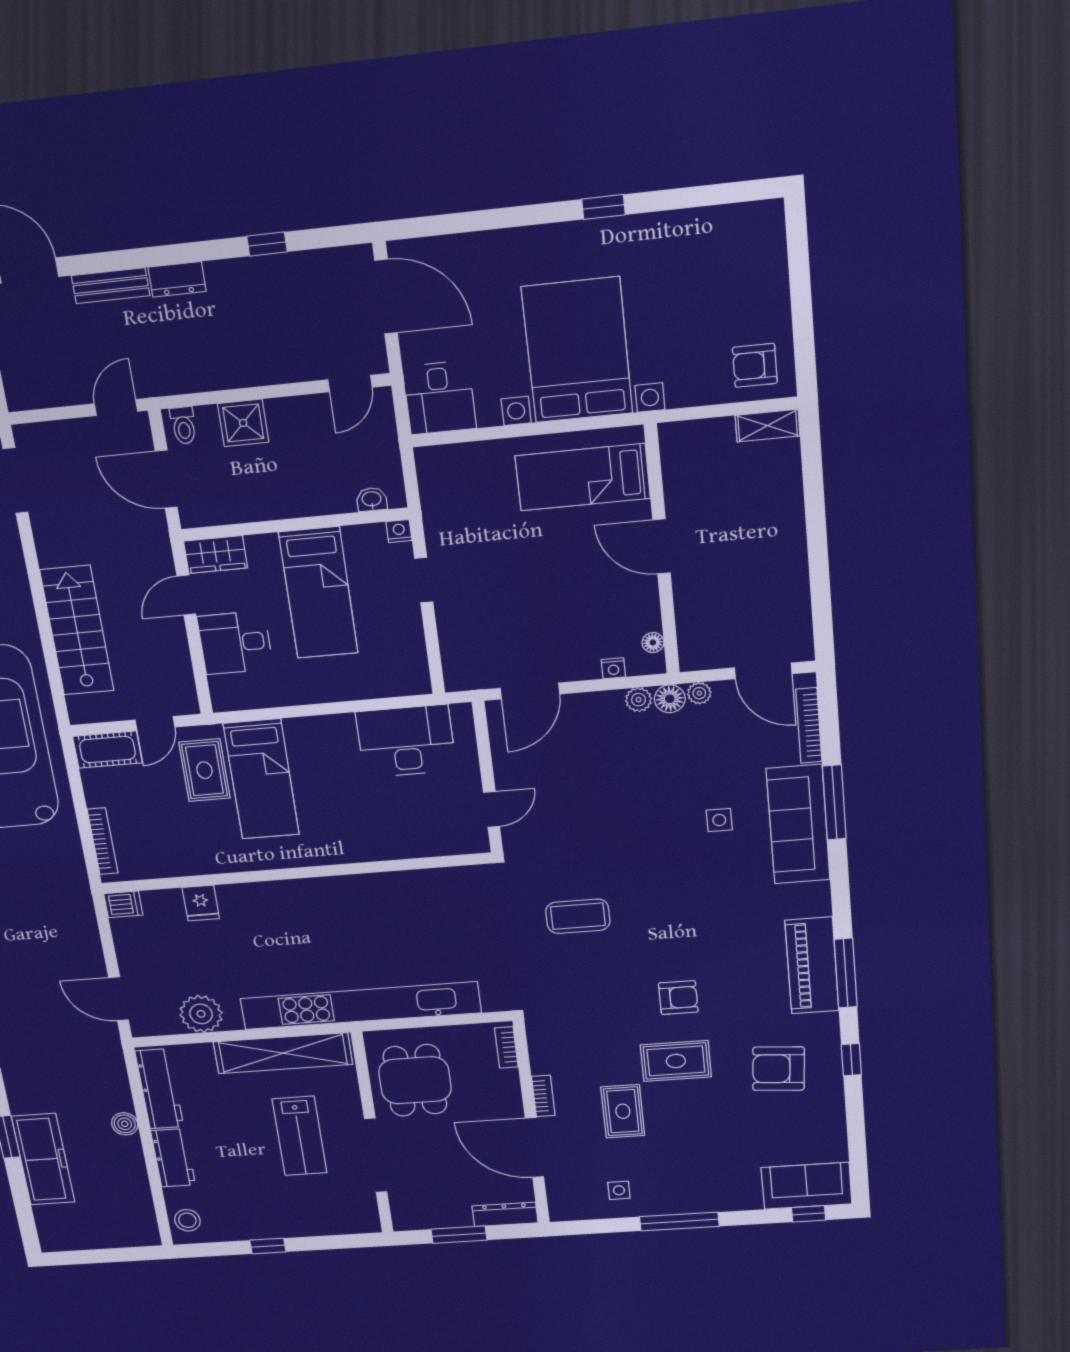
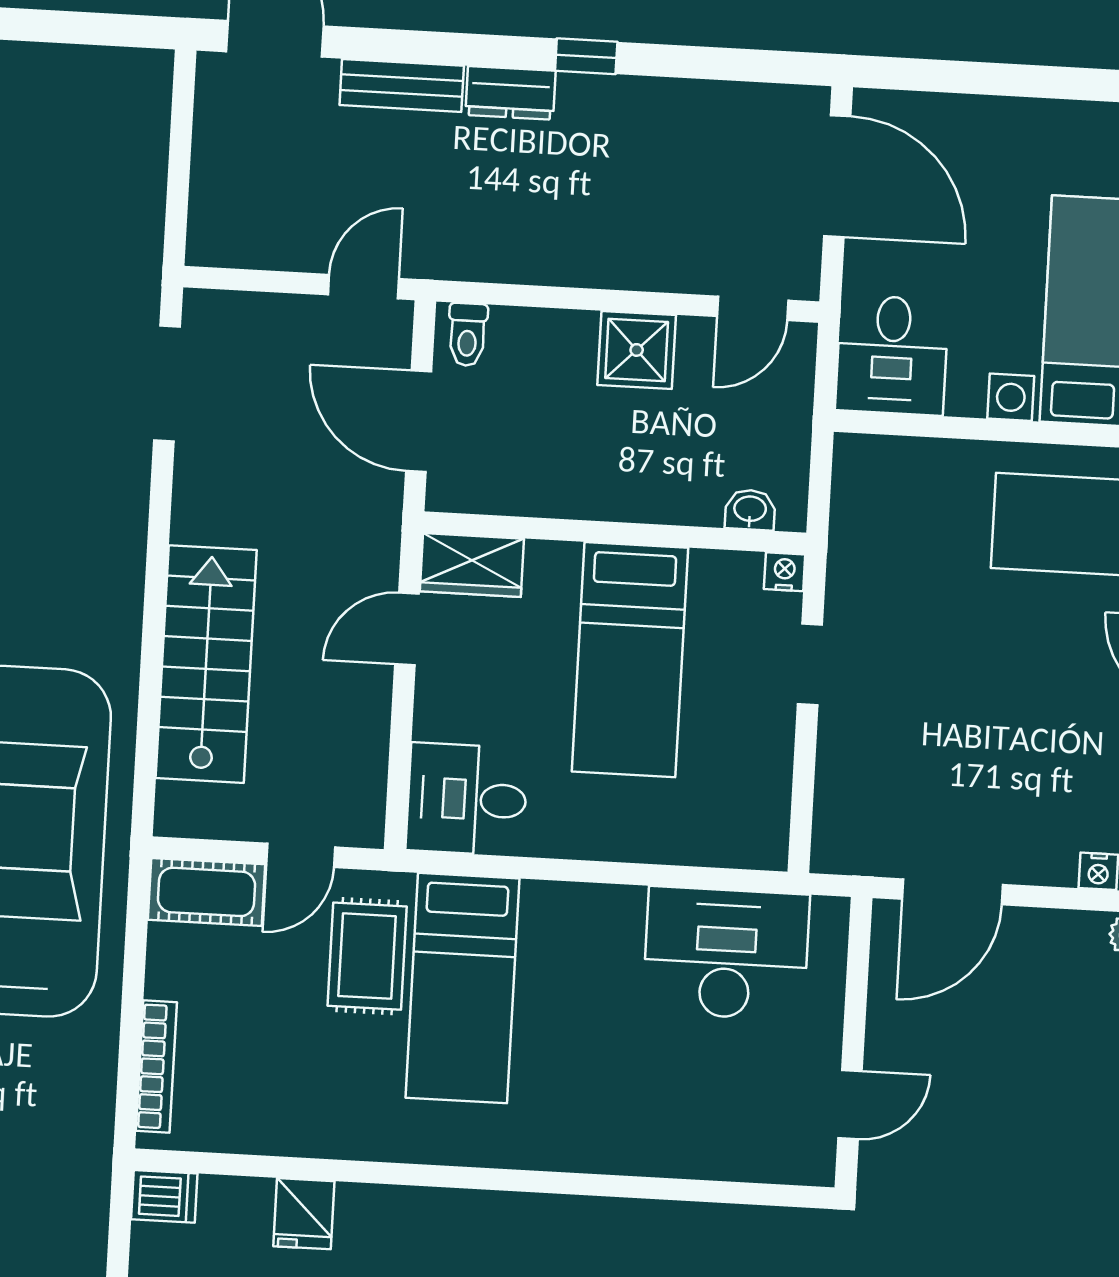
window: (267, 244) -> (586, 56), moved
shower: (243, 423) -> (637, 350), moved
desk: (235, 643) -> (467, 799), moved

